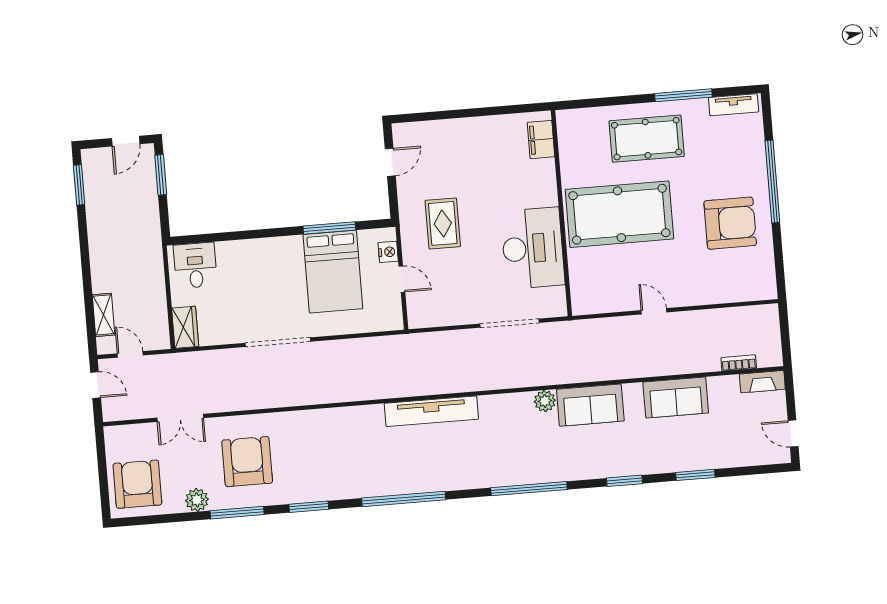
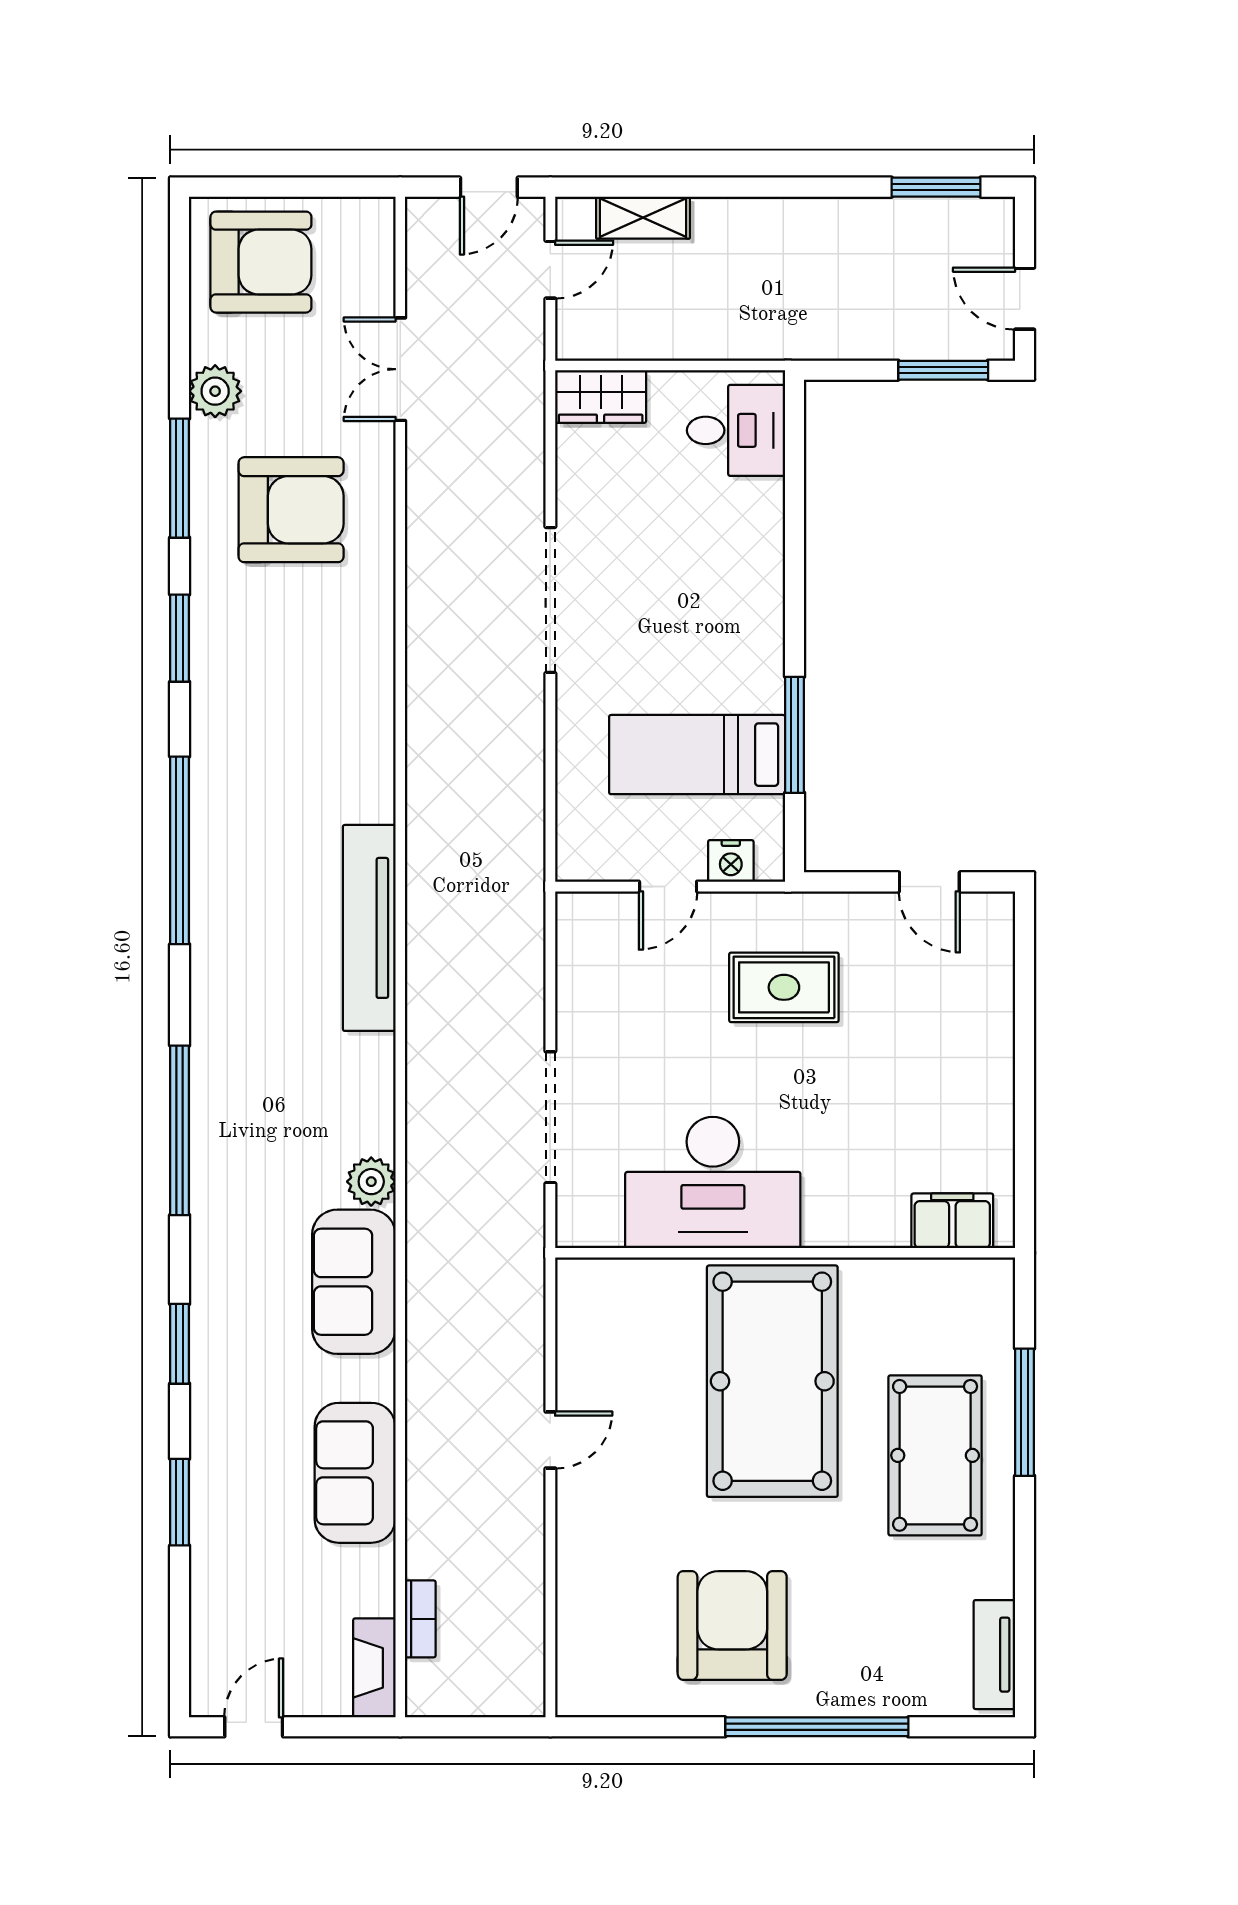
window: (683, 95) -> (1025, 1412), moved
armchair: (730, 223) -> (732, 1625), turned 180
bed: (333, 272) -> (697, 755), width x0.67

